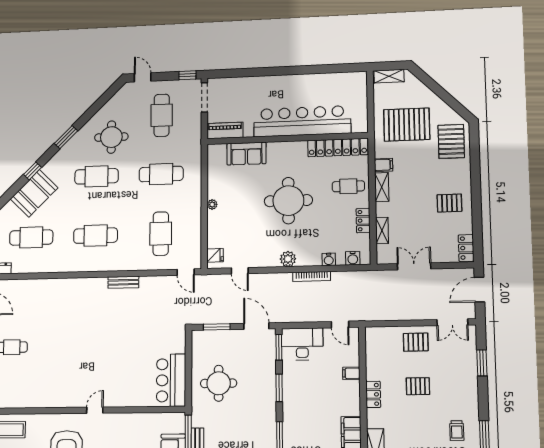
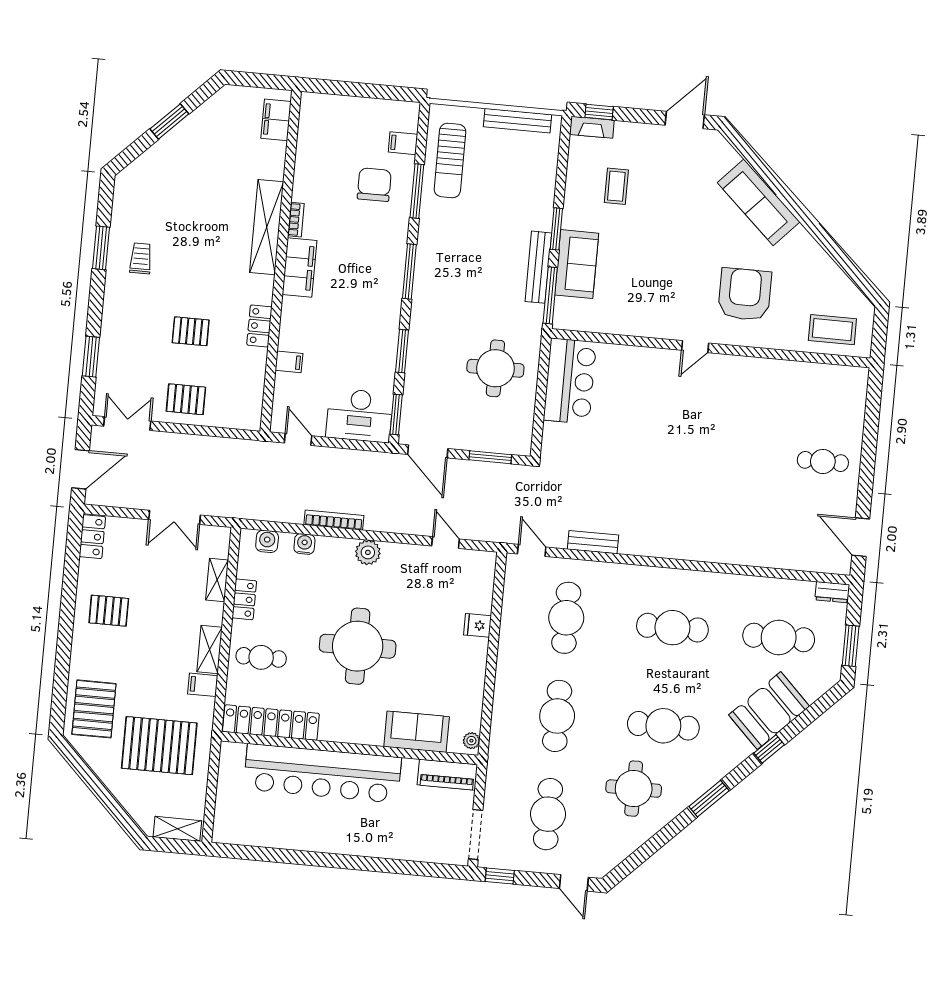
cafe table: (161, 174) -> (557, 716), turned 90
plant: (212, 204) -> (471, 741), moved
fridge: (215, 255) -> (477, 625), moved
bench: (123, 282) -> (593, 542), moved

